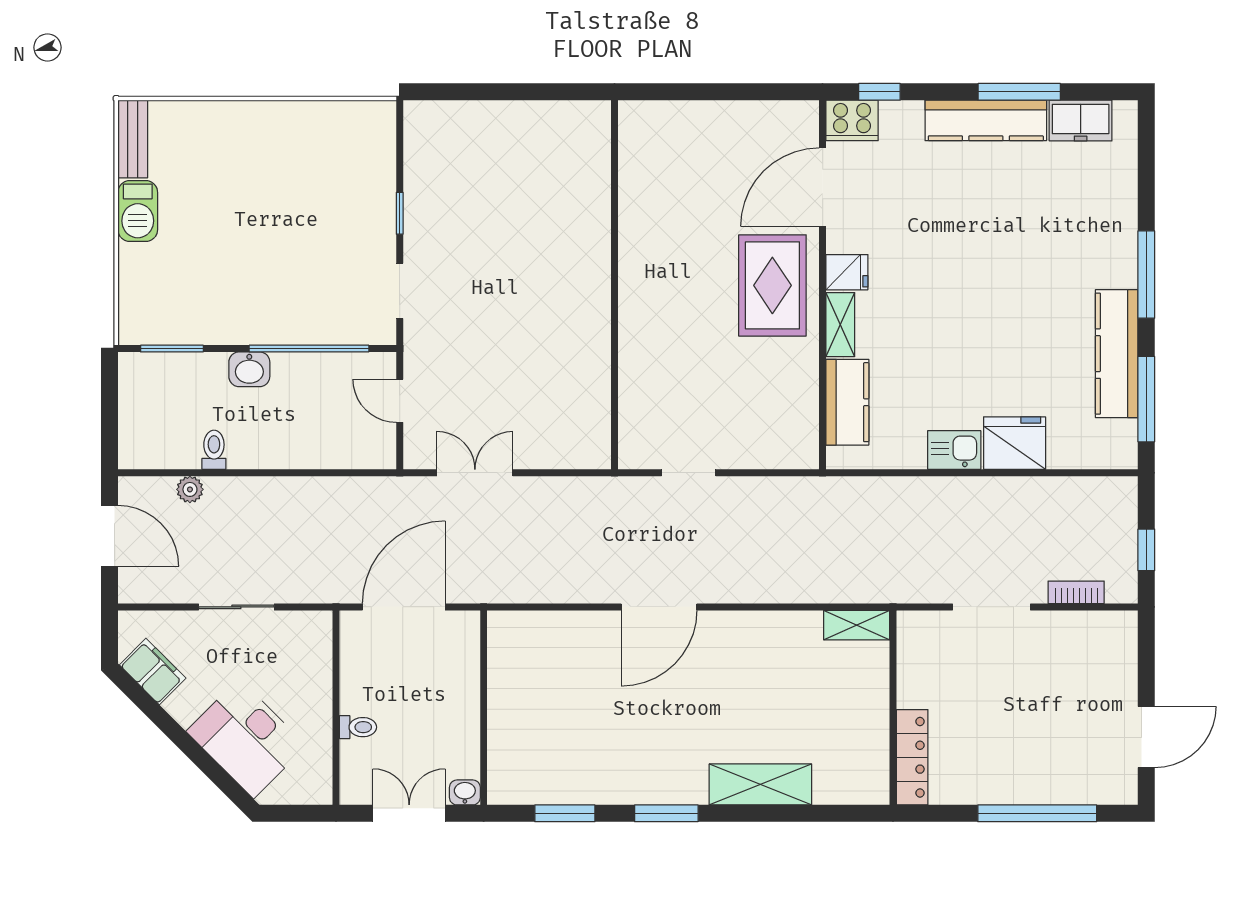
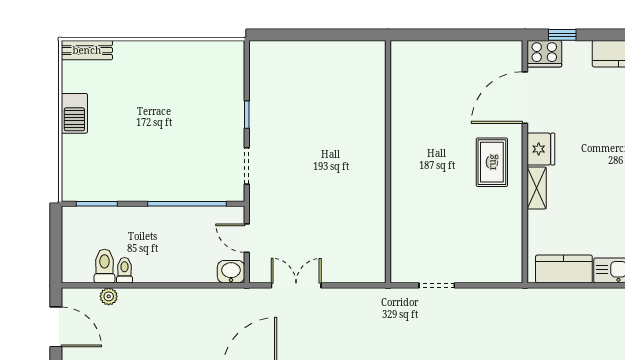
bench: (133, 139) -> (87, 50), moved, turned 90
fridge: (847, 272) -> (541, 149), width x1.38
rug: (772, 285) -> (492, 162), width x0.73, depth x0.70
washbasin: (249, 369) -> (231, 272), moved, turned 180
kitchen counter: (847, 402) -> (564, 269), moved, turned -90
toilet: (184, 443) -> (104, 266), added

